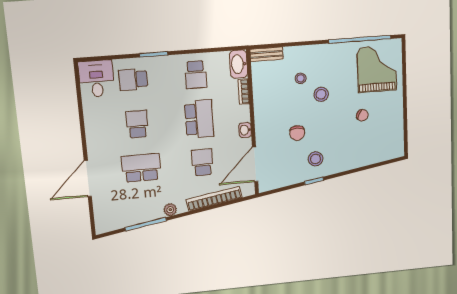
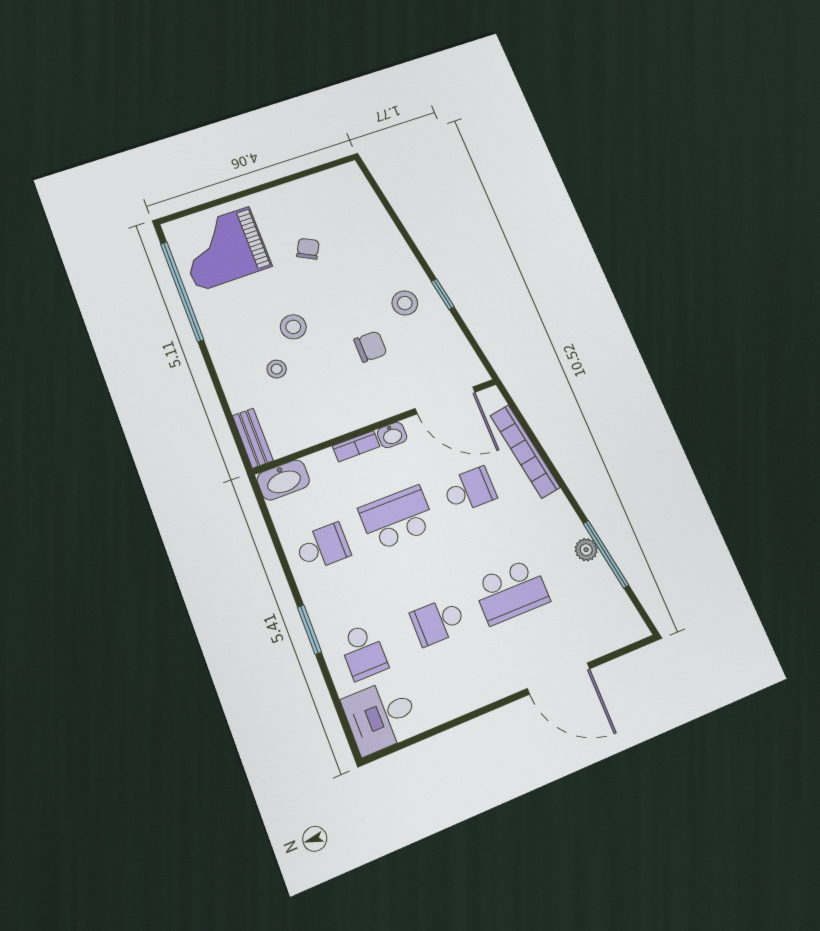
bookcase: (244, 92) -> (356, 446), moved
school desk: (202, 162) -> (469, 490), turned 180
school desk: (141, 168) -> (511, 592), turned -90
plant: (170, 210) -> (586, 550), moved

